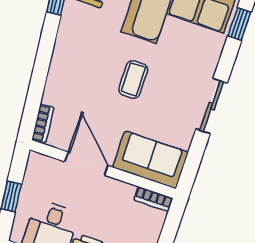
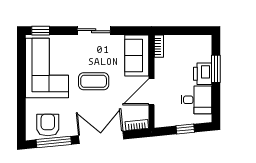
double door: (43, 62) -> (101, 137), added
coffee table: (133, 79) -> (94, 81), width x1.36, depth x1.30

